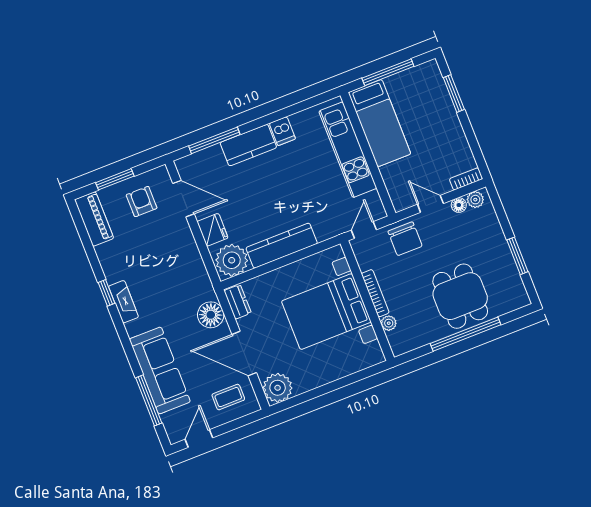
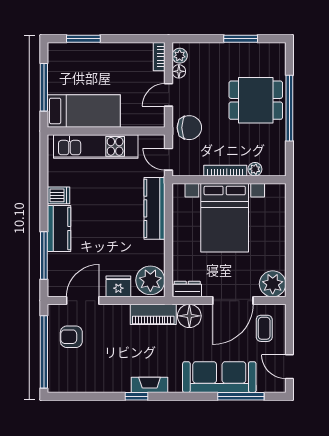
window: (115, 179) -> (44, 352), width x2.11
piano: (94, 219) -> (153, 314), moved, turned 180
kitchen counter: (282, 246) -> (155, 208), moved

